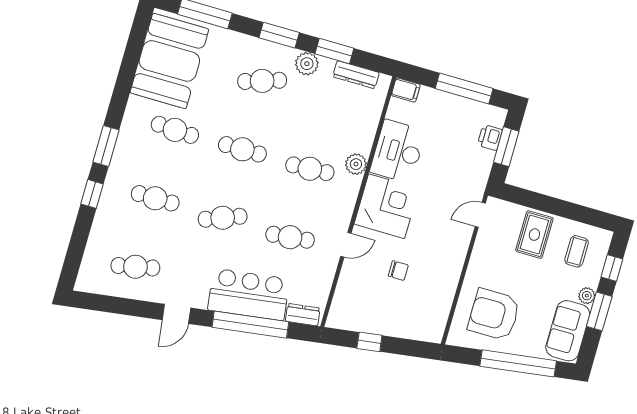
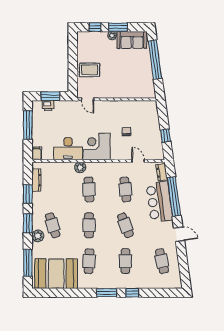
plant: (307, 64) -> (38, 236), moved
door: (346, 245) -> (138, 161), moved
coffee table: (577, 251) -> (92, 47), removed
armchair: (494, 314) -> (134, 78), removed

